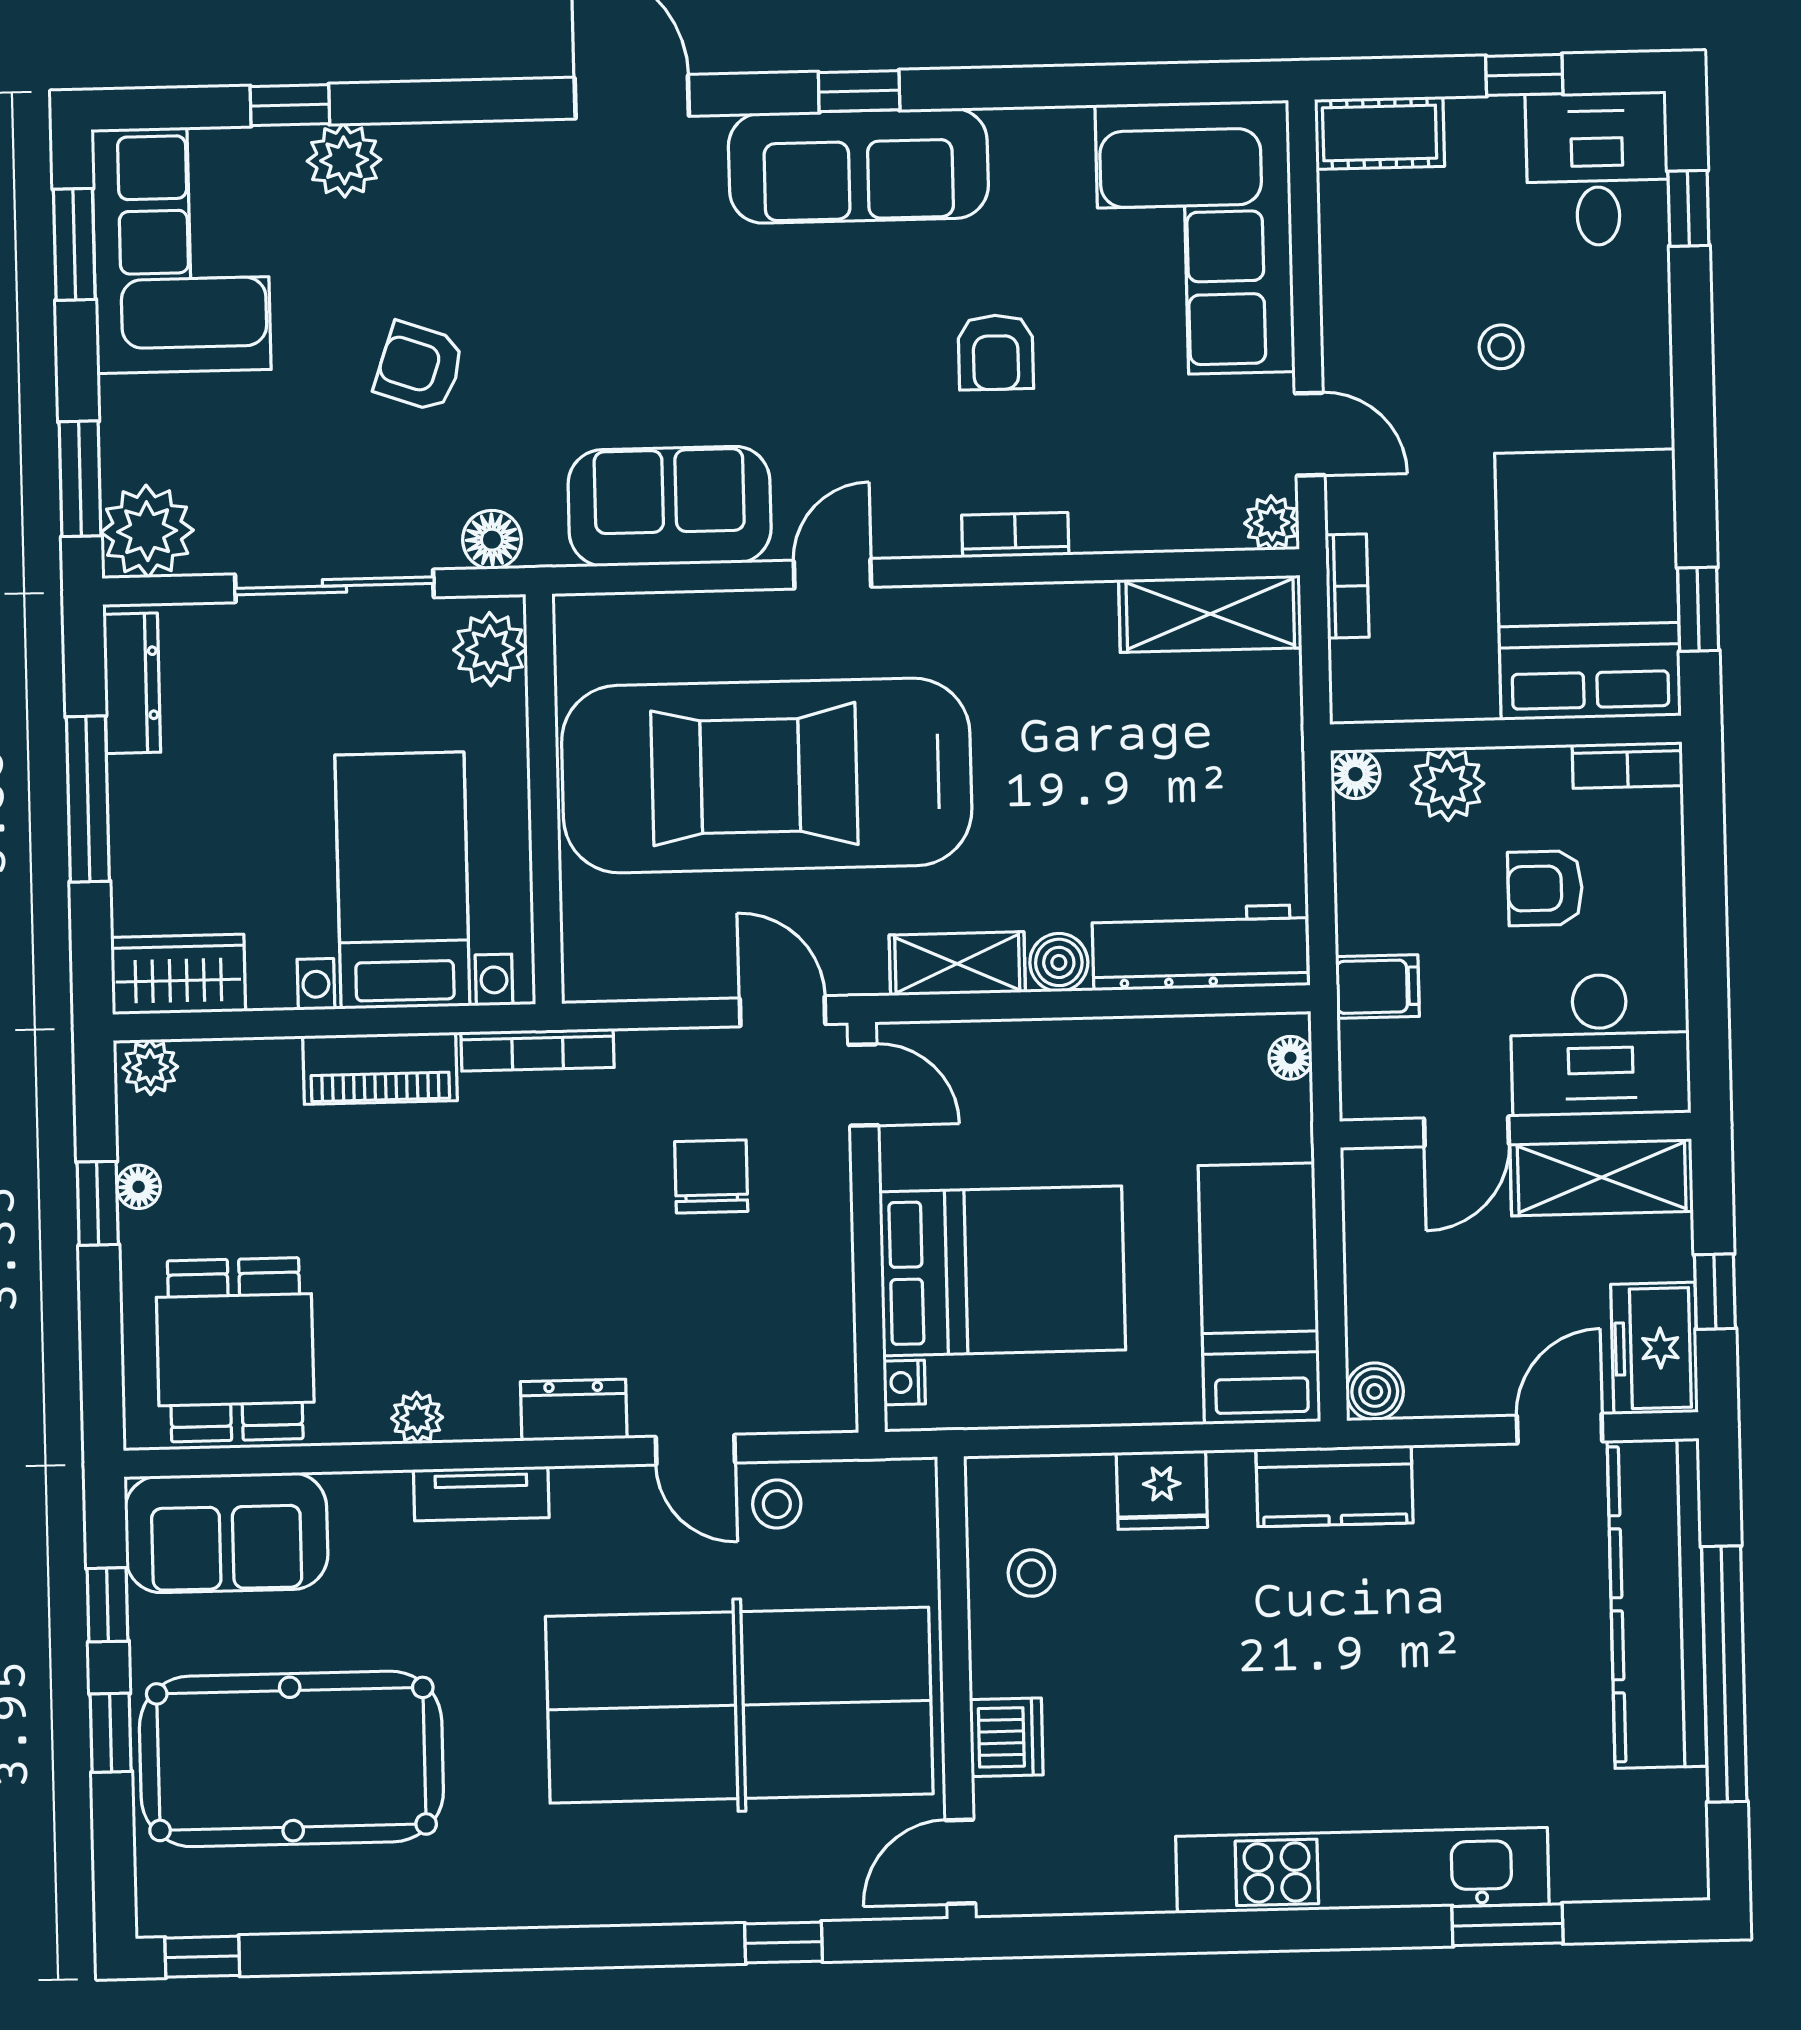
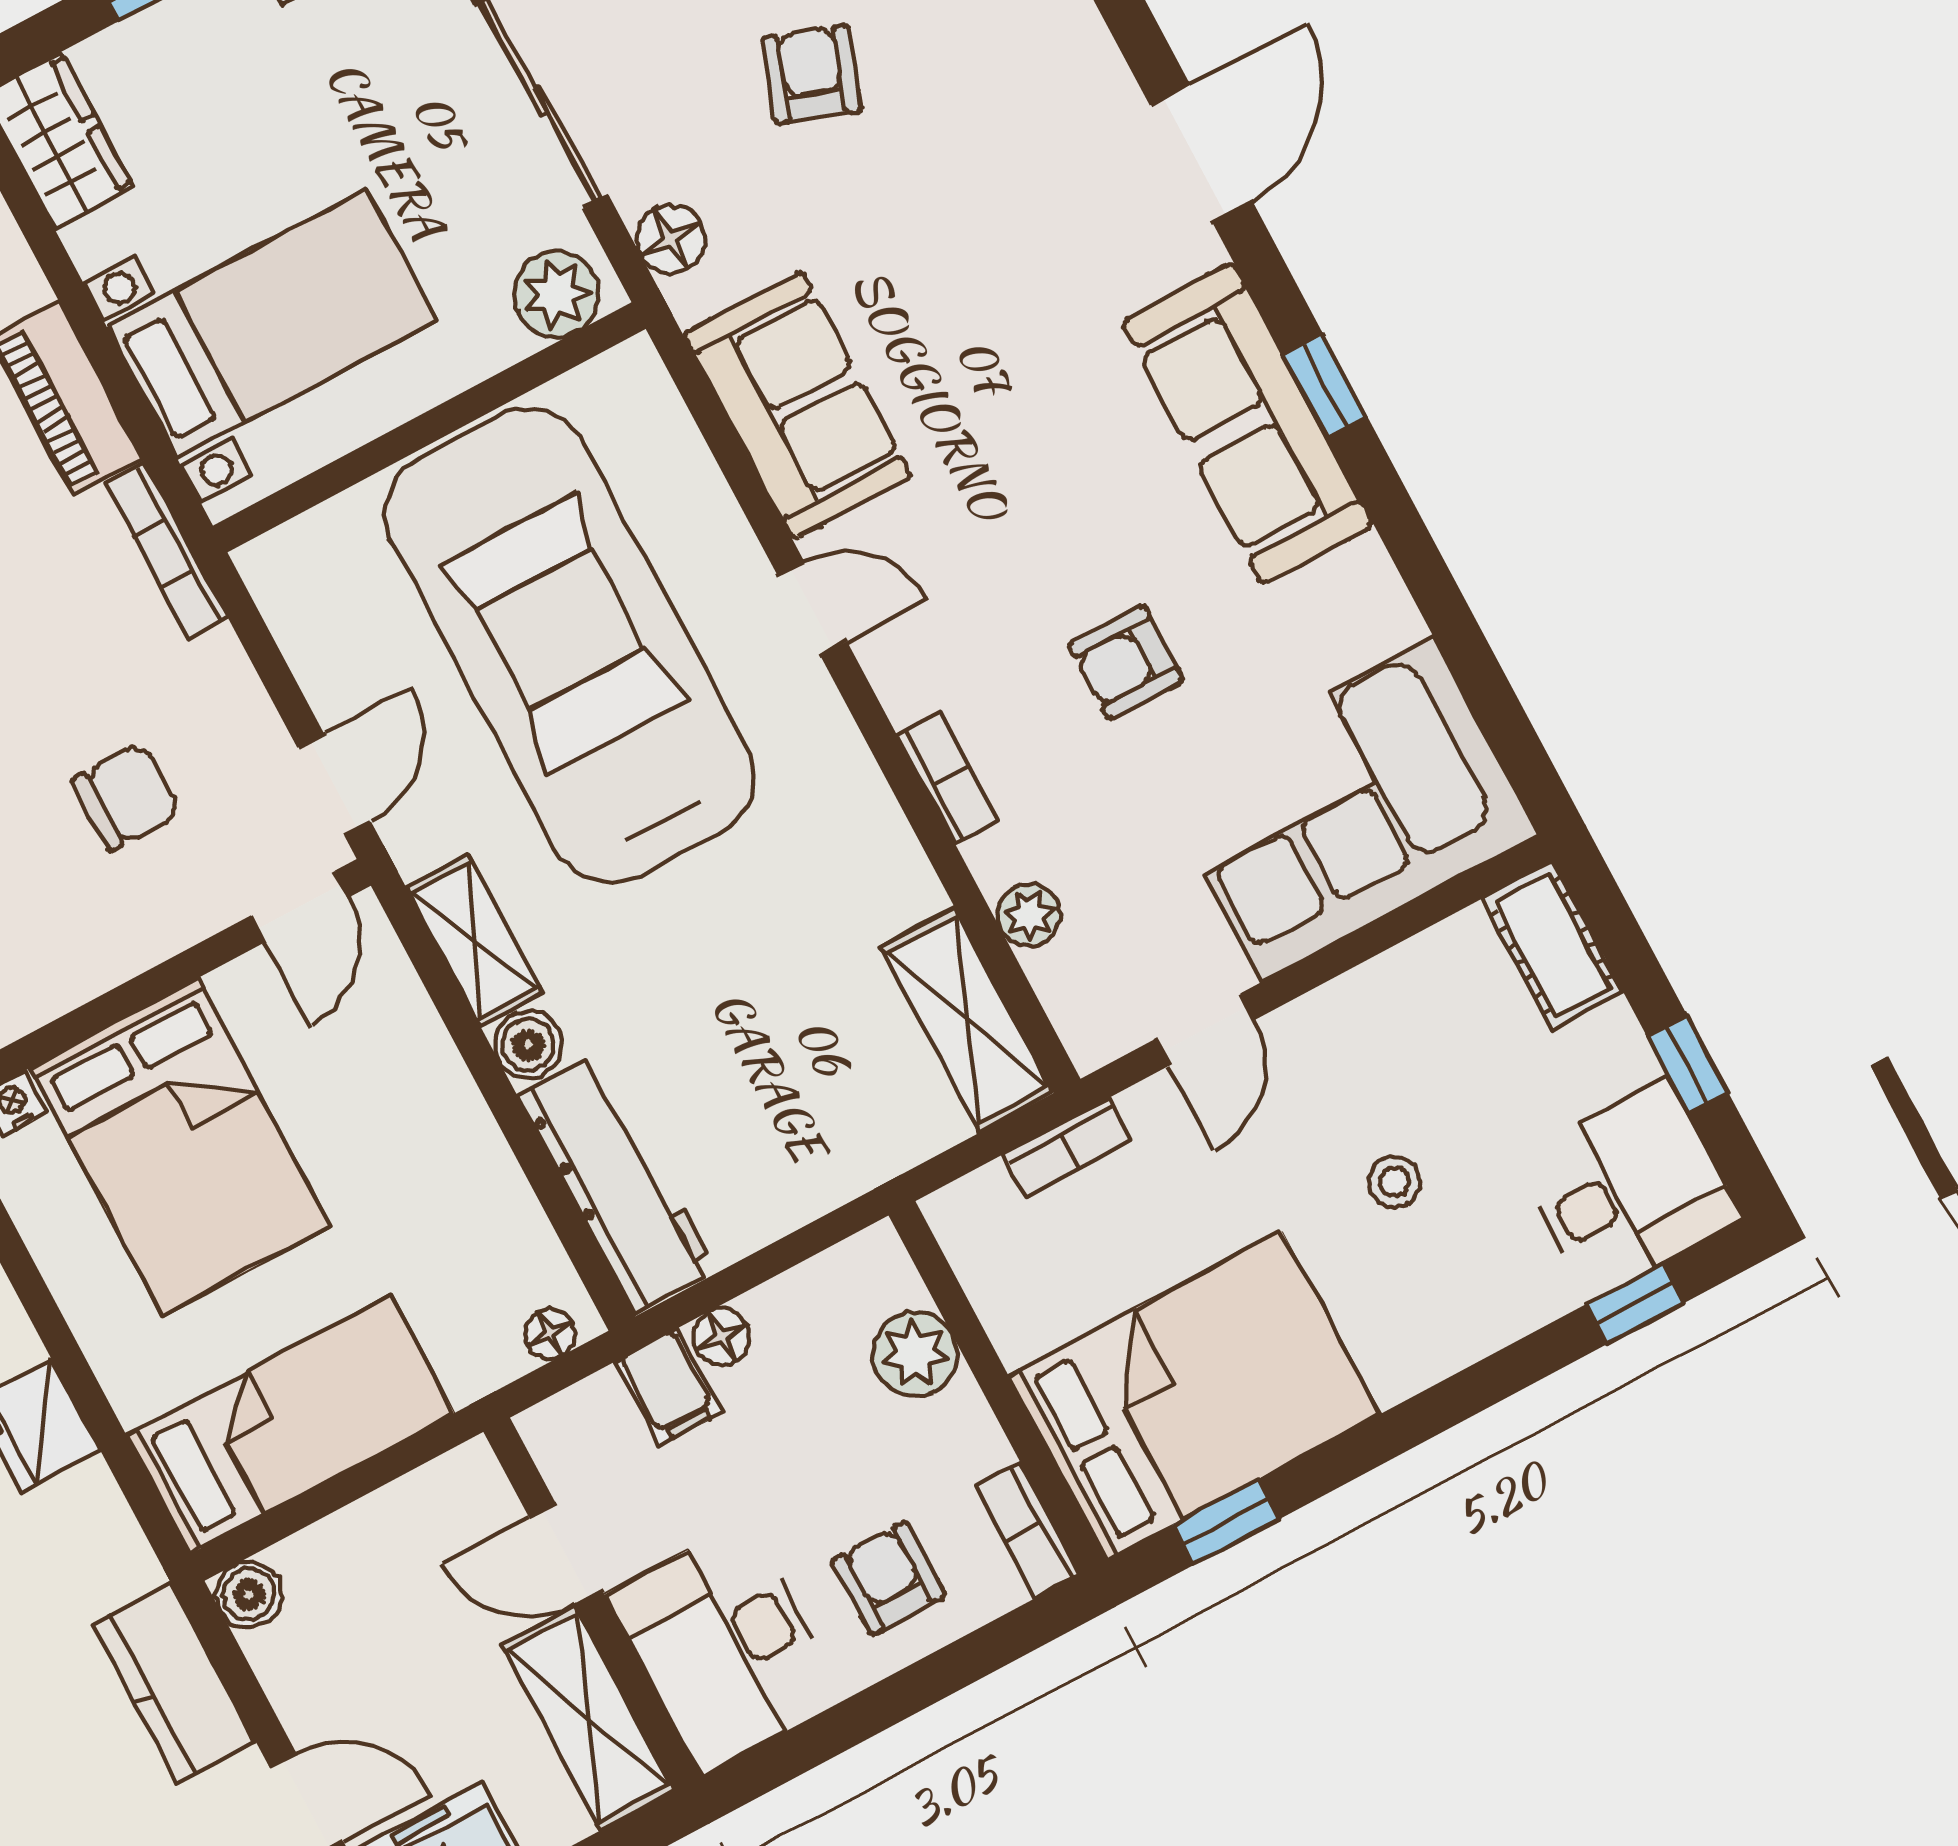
plant: (1272, 523) -> (1029, 915), moved
floor lamp: (1355, 774) -> (721, 1337), moved
armchair: (1545, 888) -> (888, 1578), moved
kitchen counter: (1334, 1486) -> (174, 1683), moved

